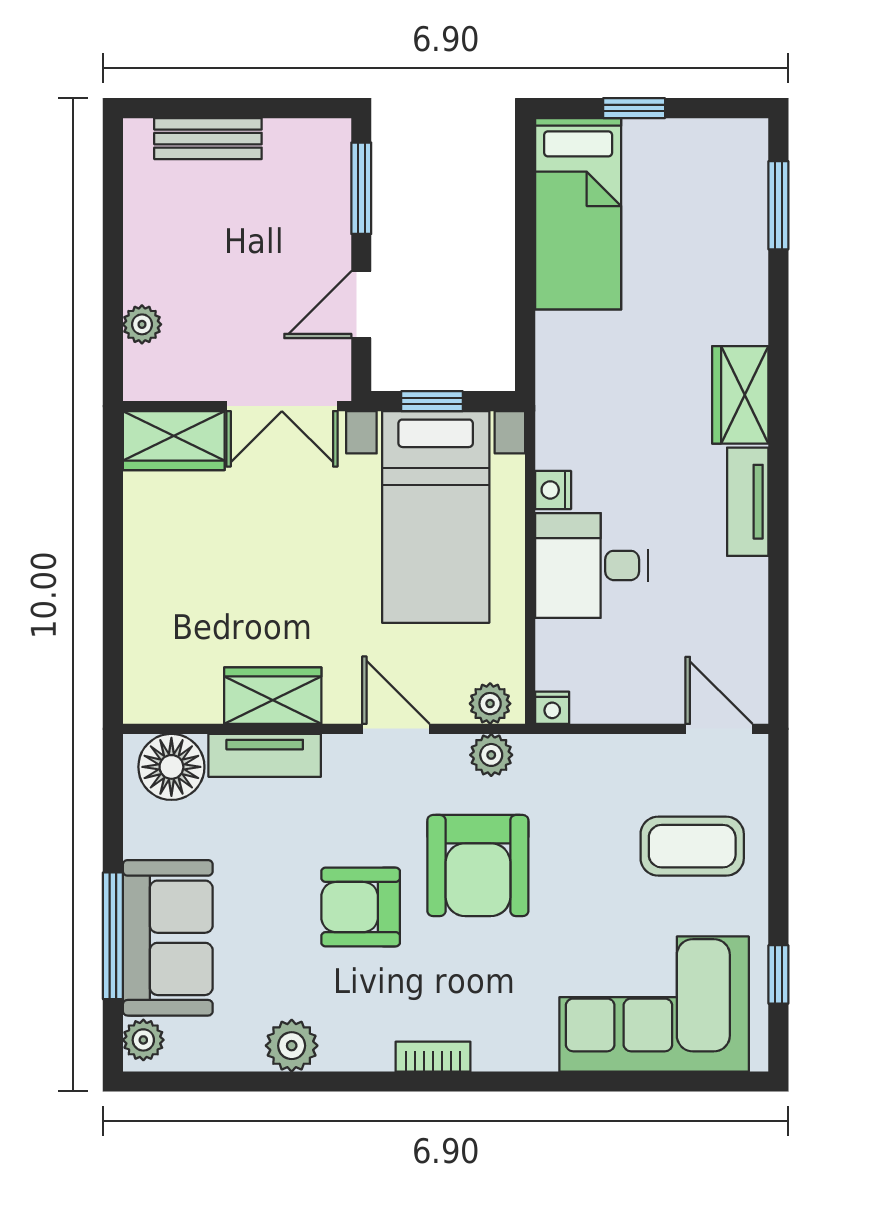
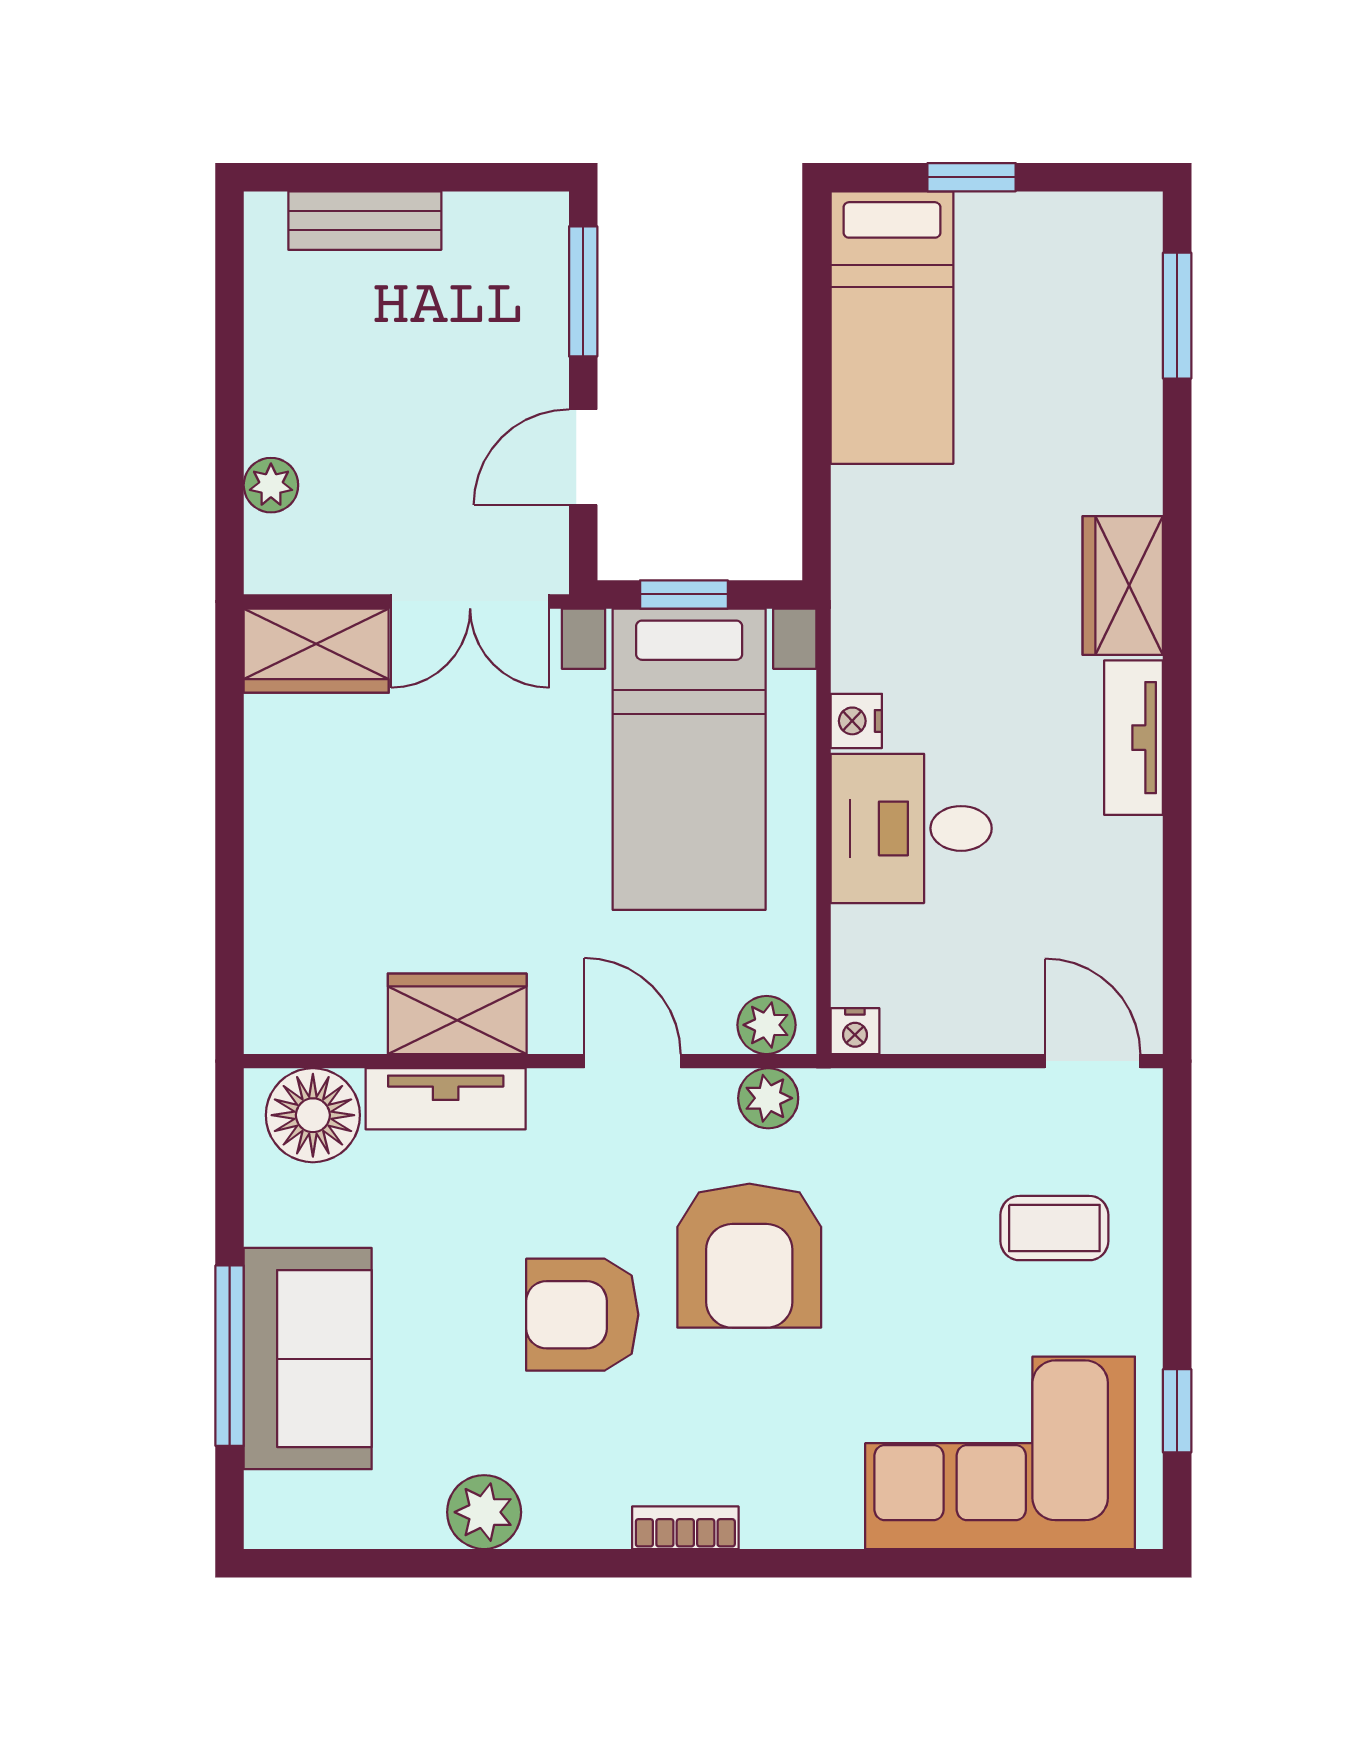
coffee table: (692, 846) -> (1054, 1228), width x0.73, depth x0.77
plant: (143, 1040) -> (273, 1504), removed

